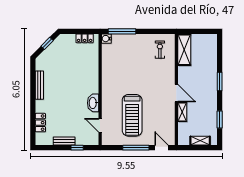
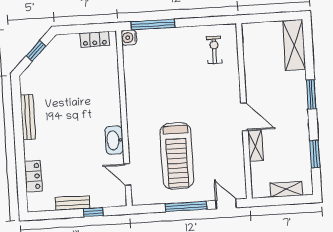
shelving: (184, 50) -> (294, 45), moved

